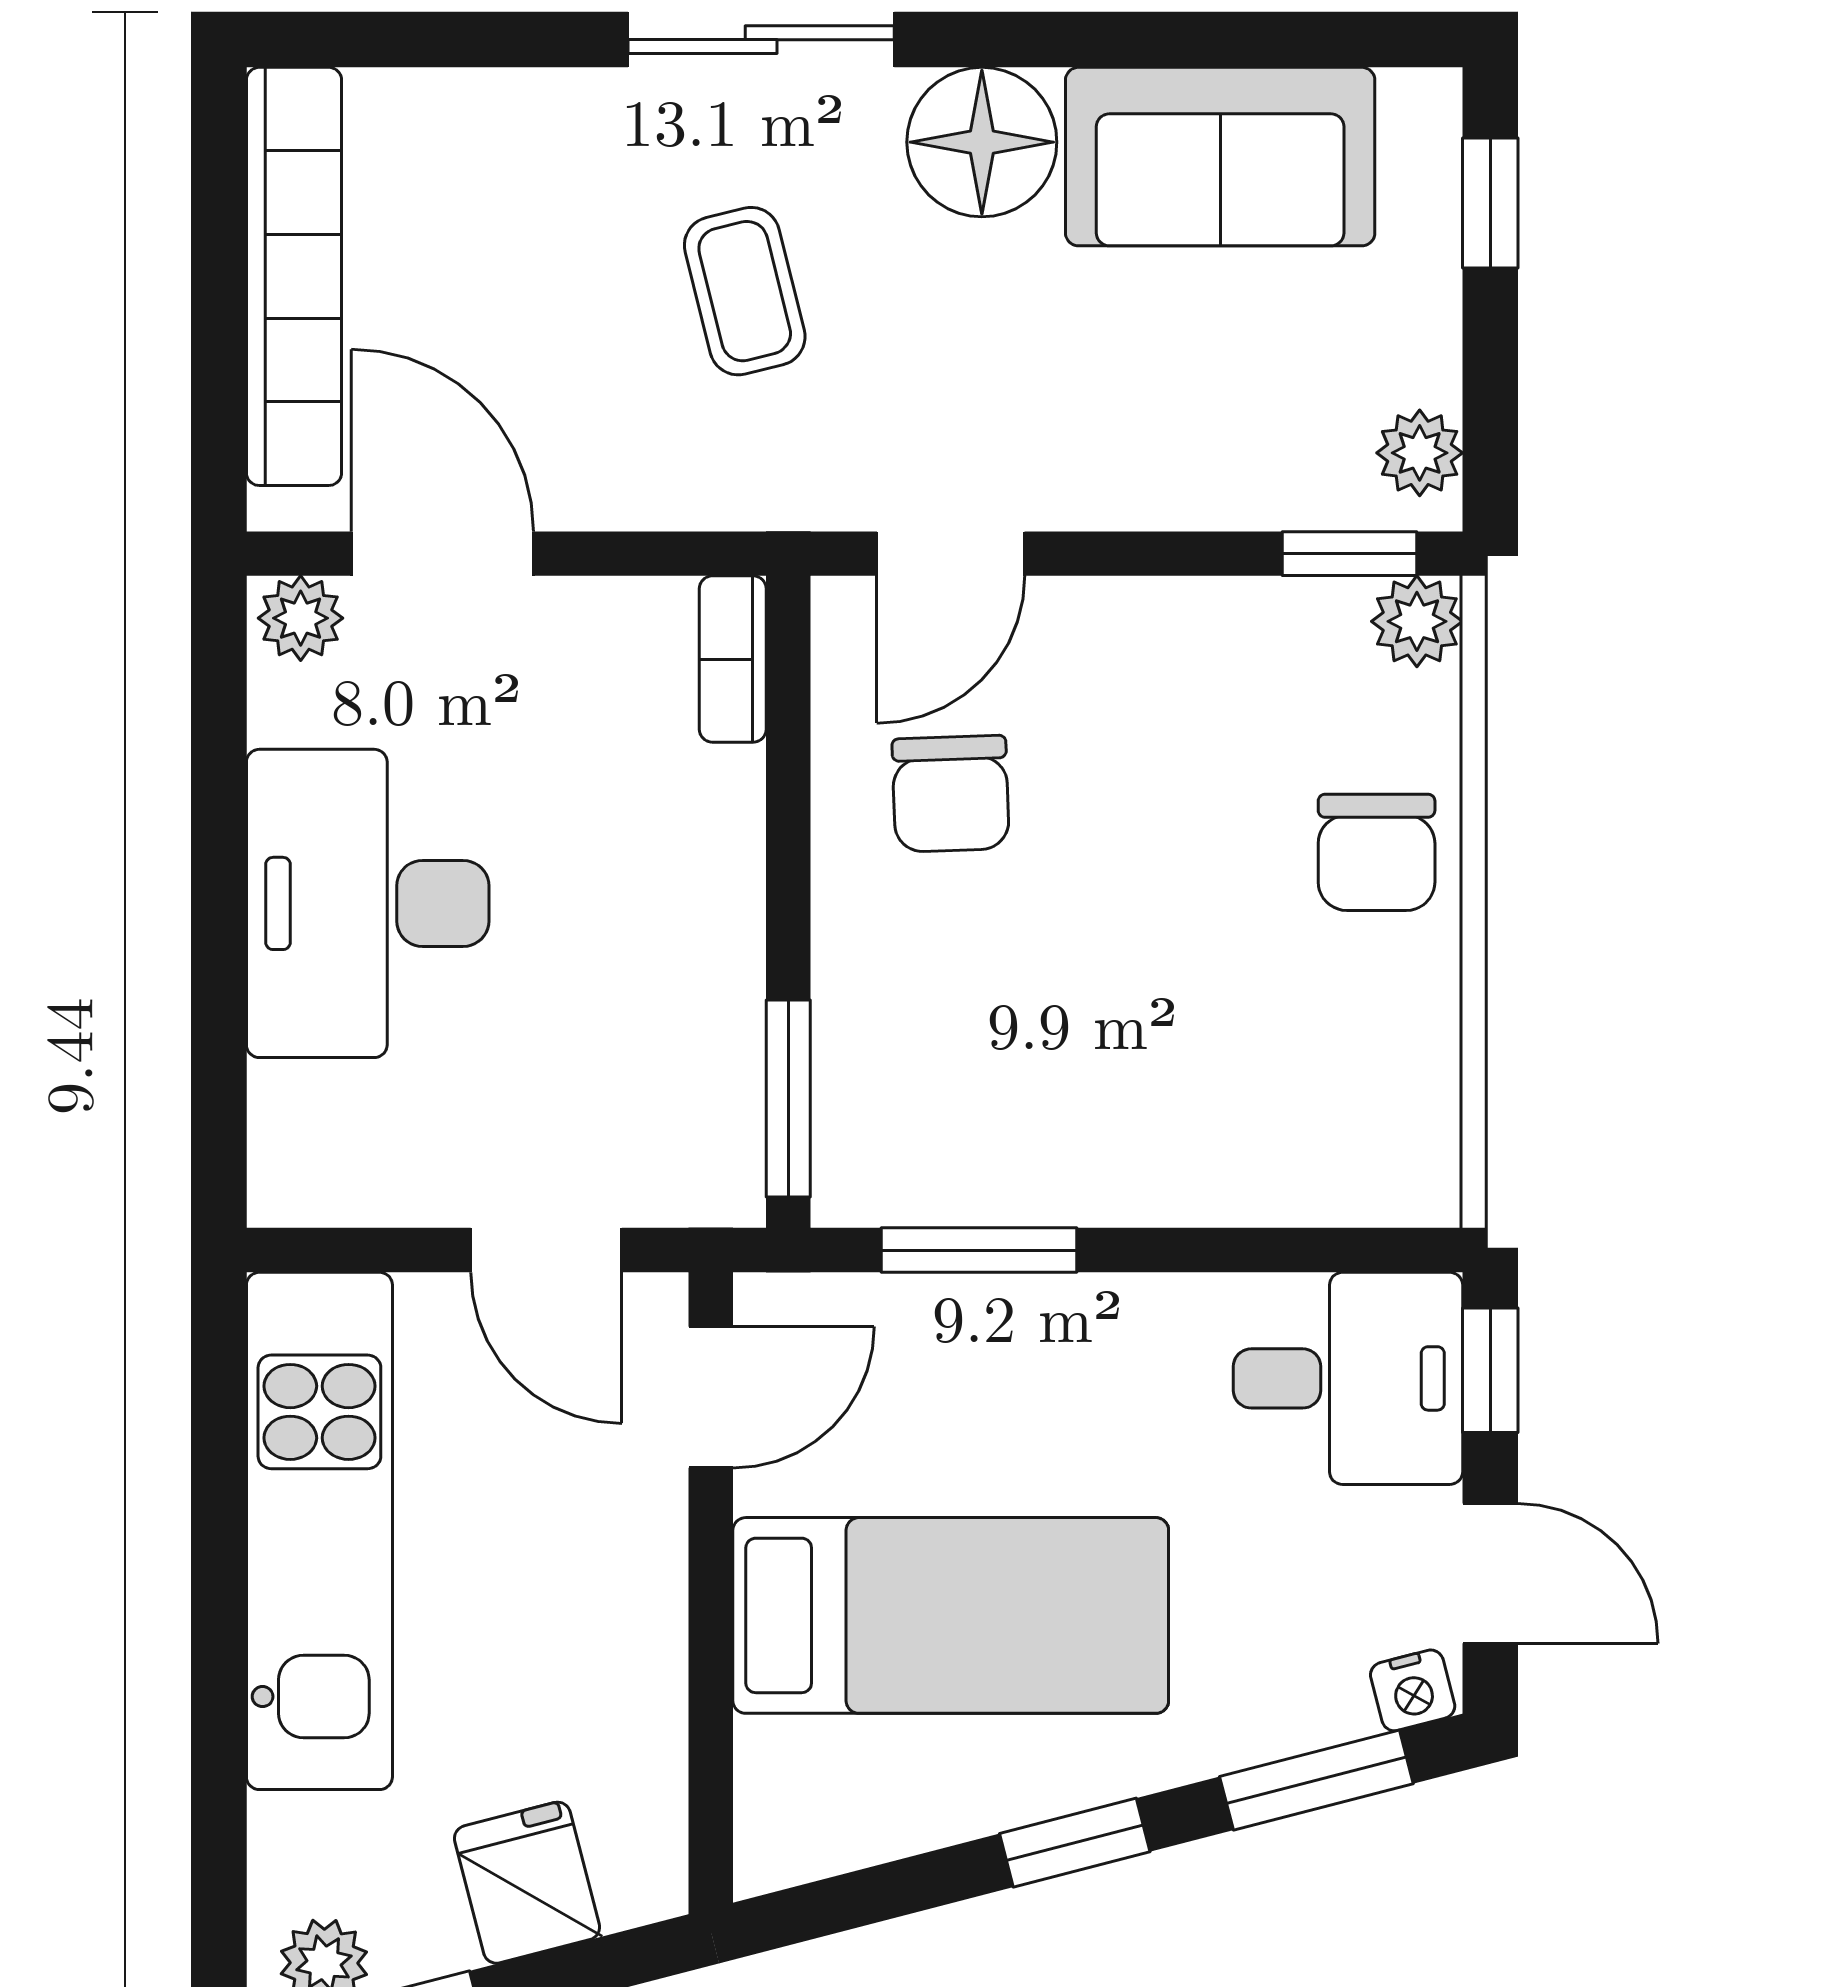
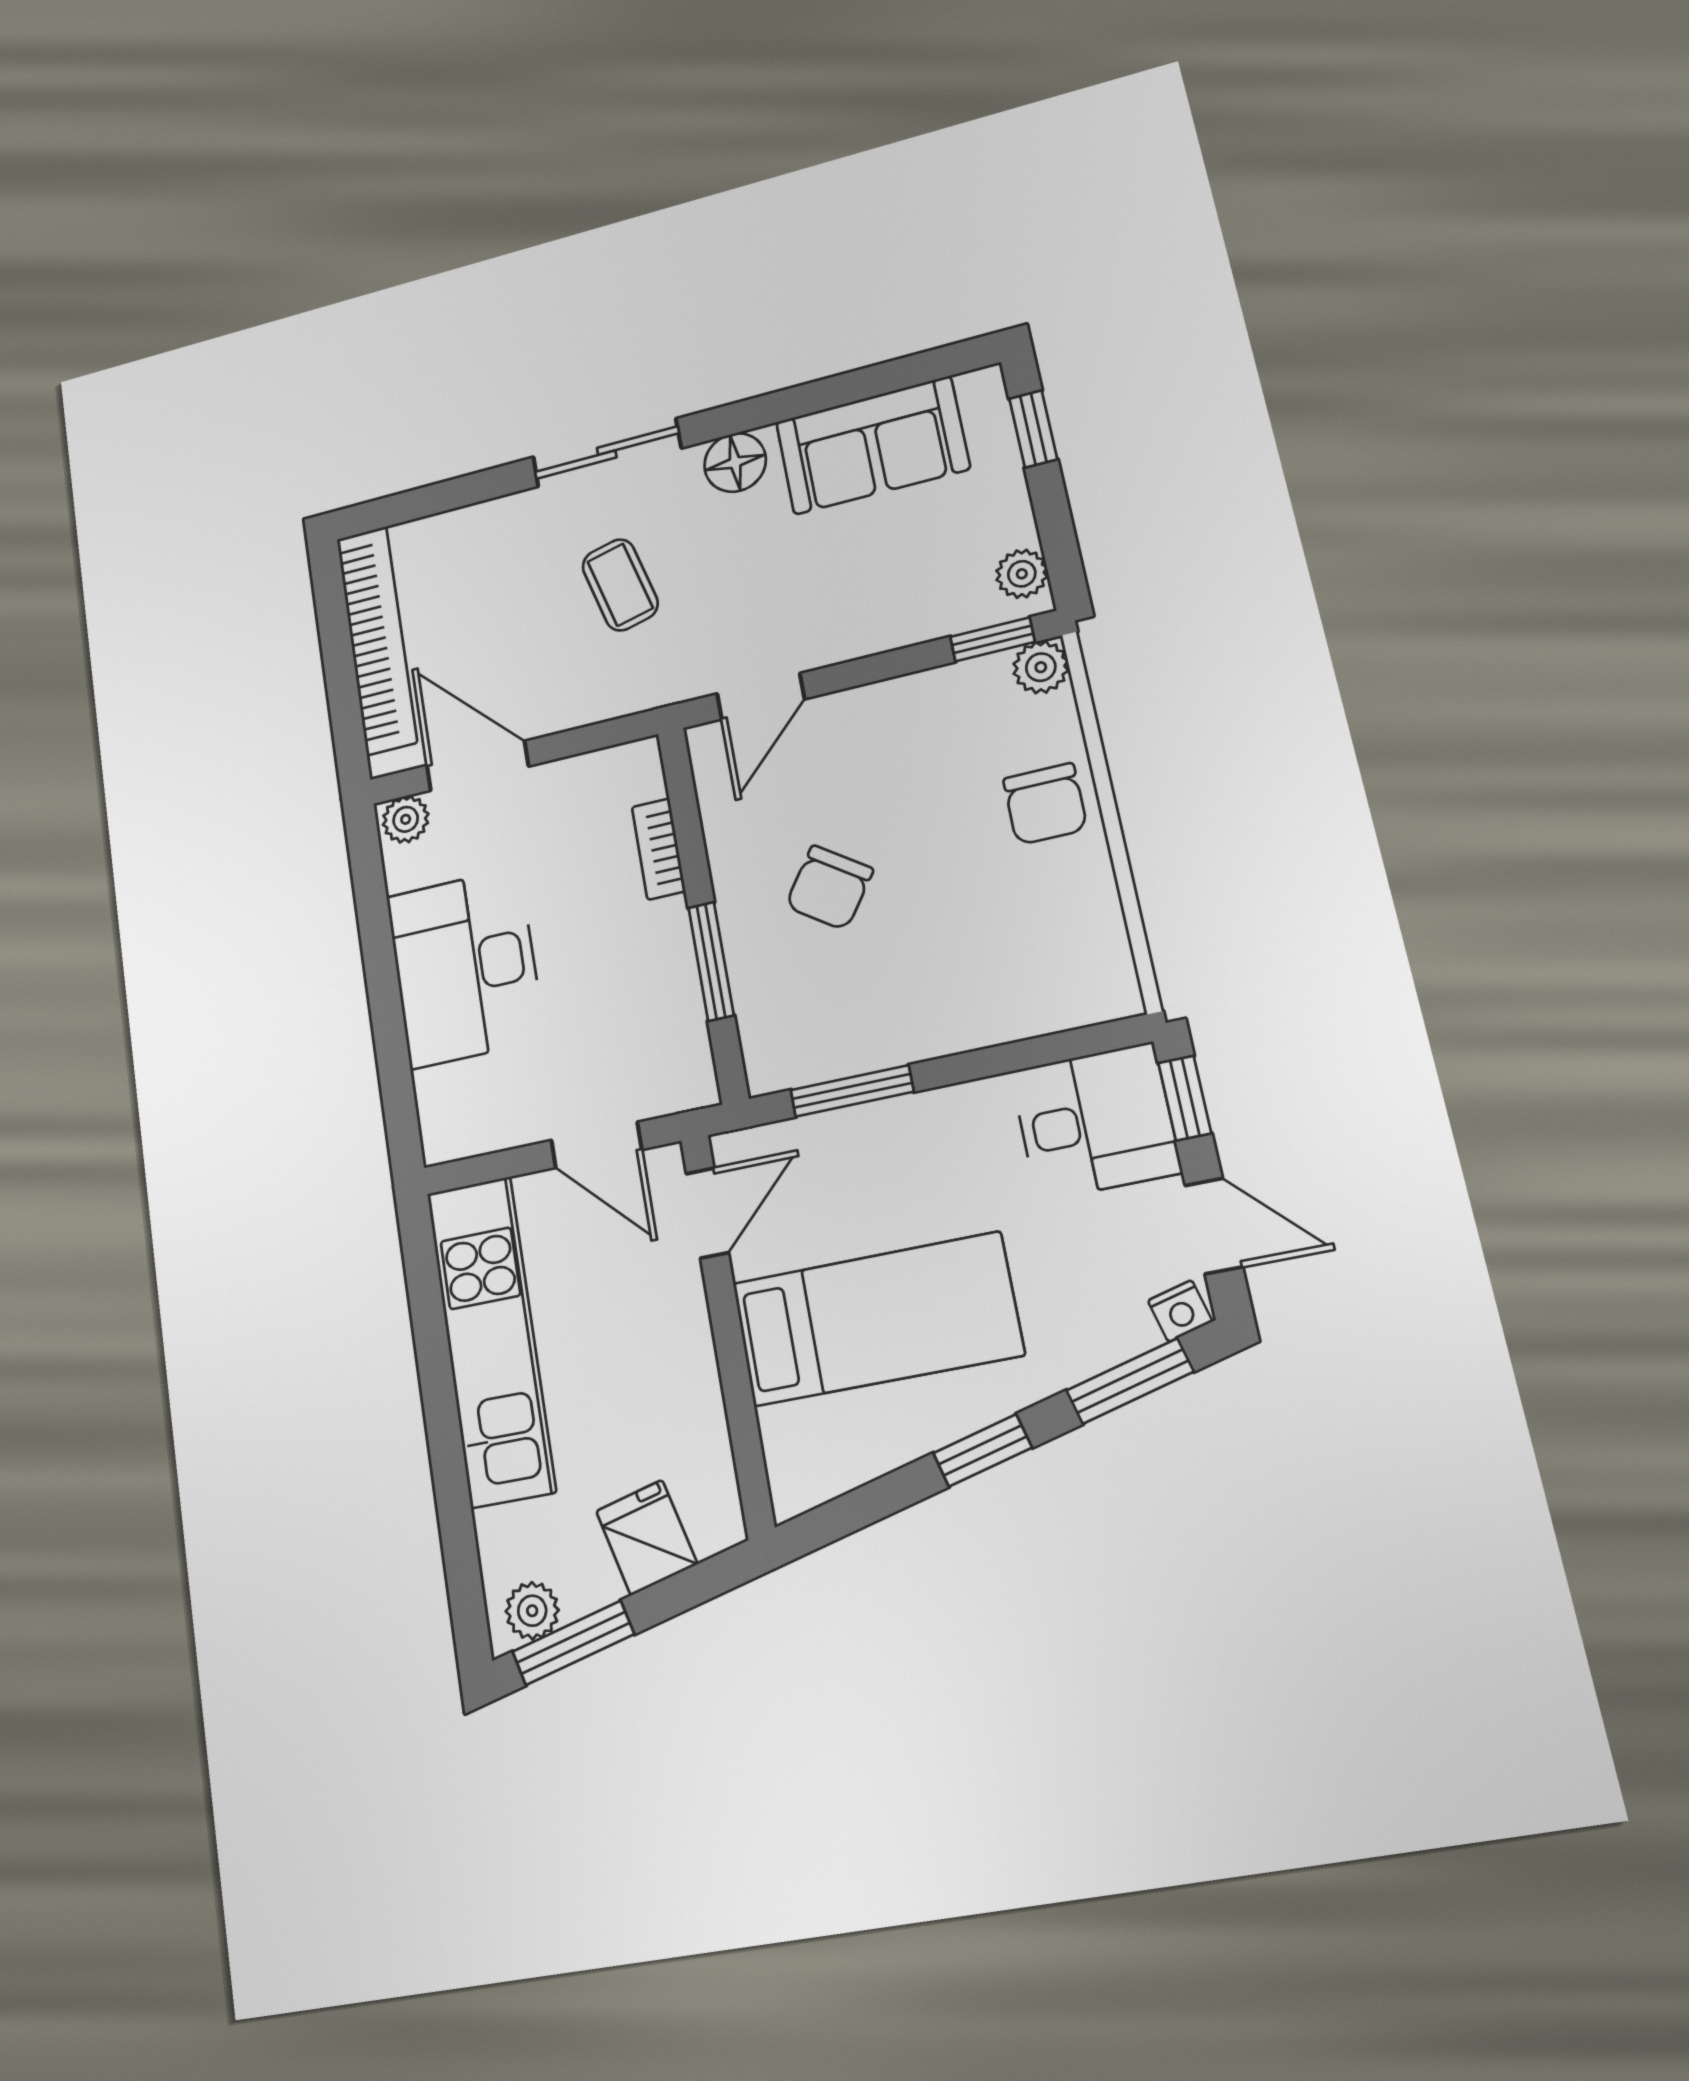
floor lamp: (982, 142) -> (735, 462), width x0.73, depth x0.73
bookcase: (733, 659) -> (659, 849), moved
chair: (951, 794) -> (829, 888), moved, turned 37
window: (788, 1099) -> (711, 961), moved

